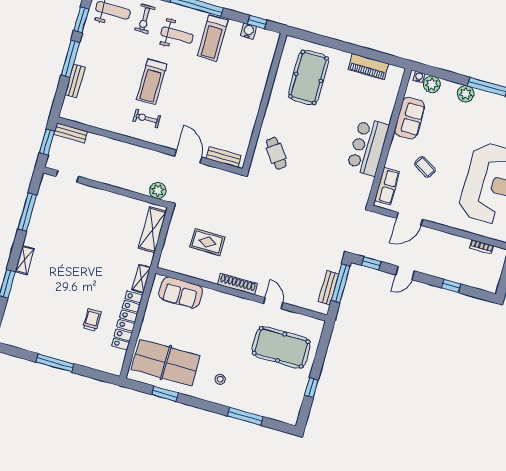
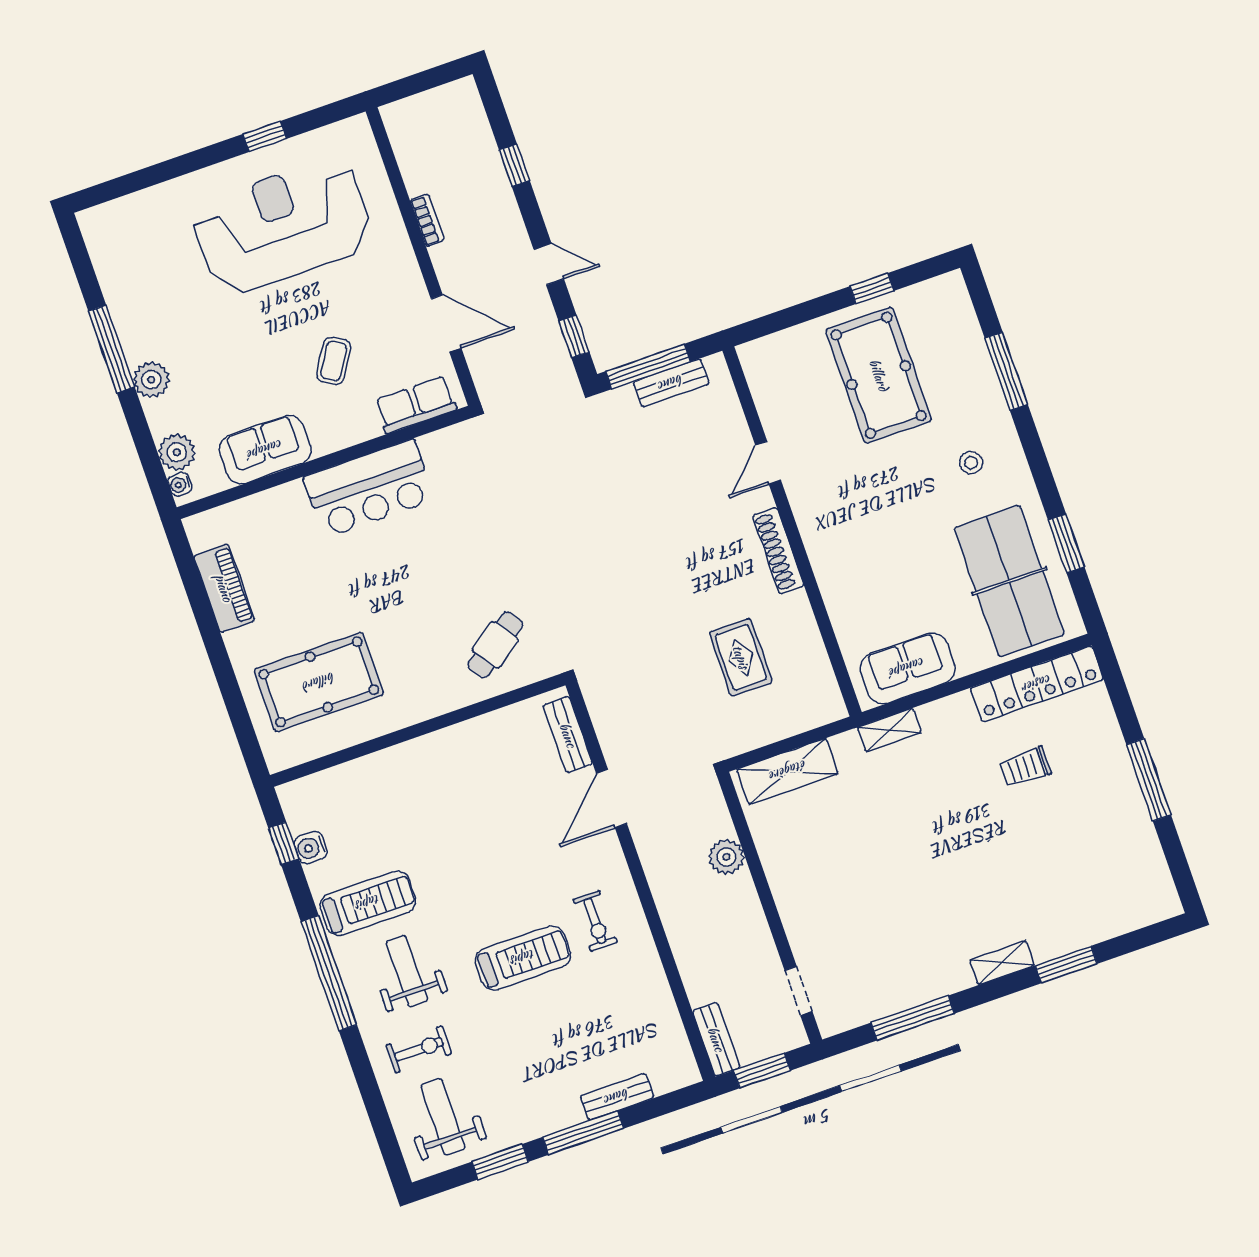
plant: (158, 191) -> (726, 857), moved
bookcase: (481, 247) -> (427, 220), moved
sofa: (181, 293) -> (907, 668), moved, turned -90
locker: (127, 321) -> (1037, 684), moved
pool table: (281, 347) -> (879, 375), moved

